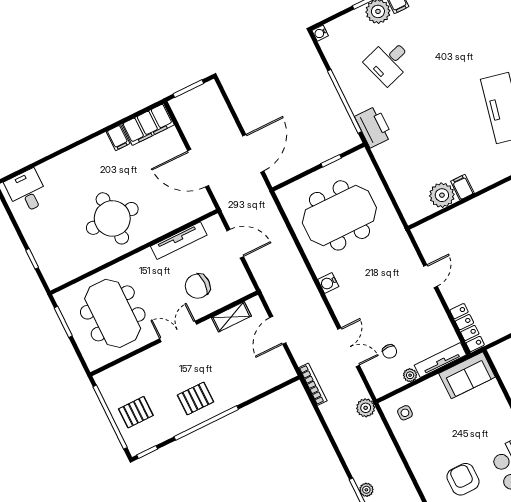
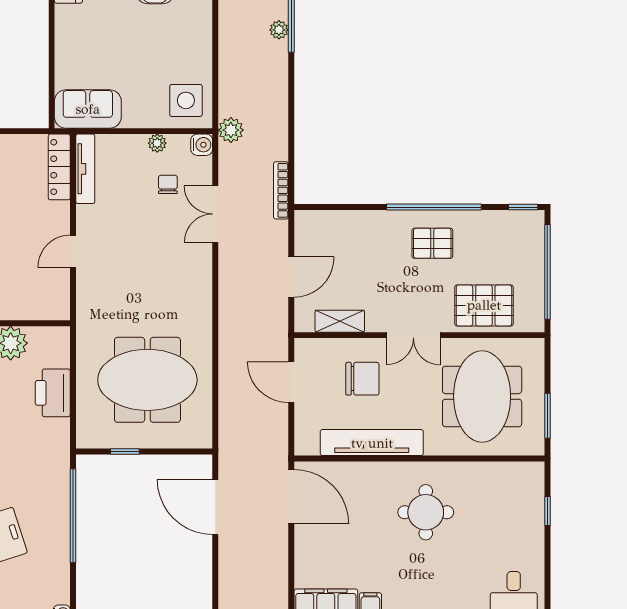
printer: (374, 127) -> (53, 393), moved
door: (253, 153) -> (215, 507), hinge flipped
door: (198, 168) -> (291, 497), moved
round table: (112, 218) -> (426, 512), width x0.73, depth x0.73
tv unit: (179, 241) -> (372, 443), width x1.36, depth x1.29
door: (235, 244) -> (291, 382), moved
water cooler: (328, 283) -> (202, 145), moved
tv unit: (440, 360) -> (85, 169), moved, turned -90
pallet: (136, 412) -> (484, 305), moved, width x1.50, depth x1.42
side table: (405, 413) -> (186, 100), width x1.87, depth x1.87

